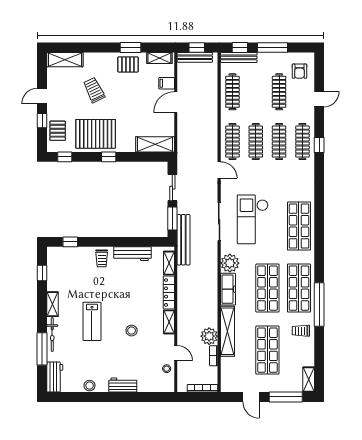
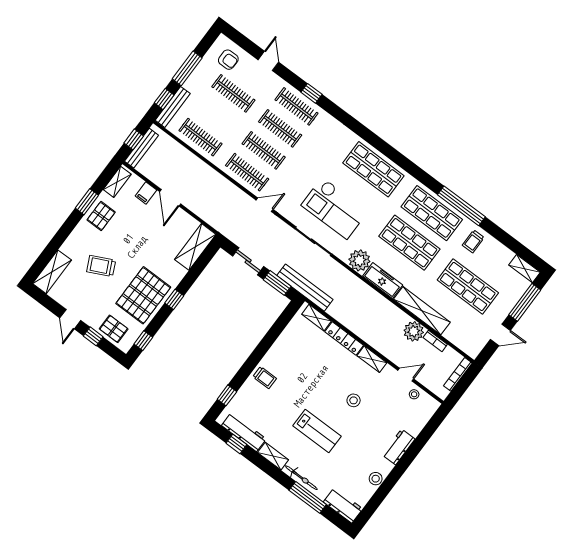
workbench: (132, 254) -> (244, 432), moved, turned -90

